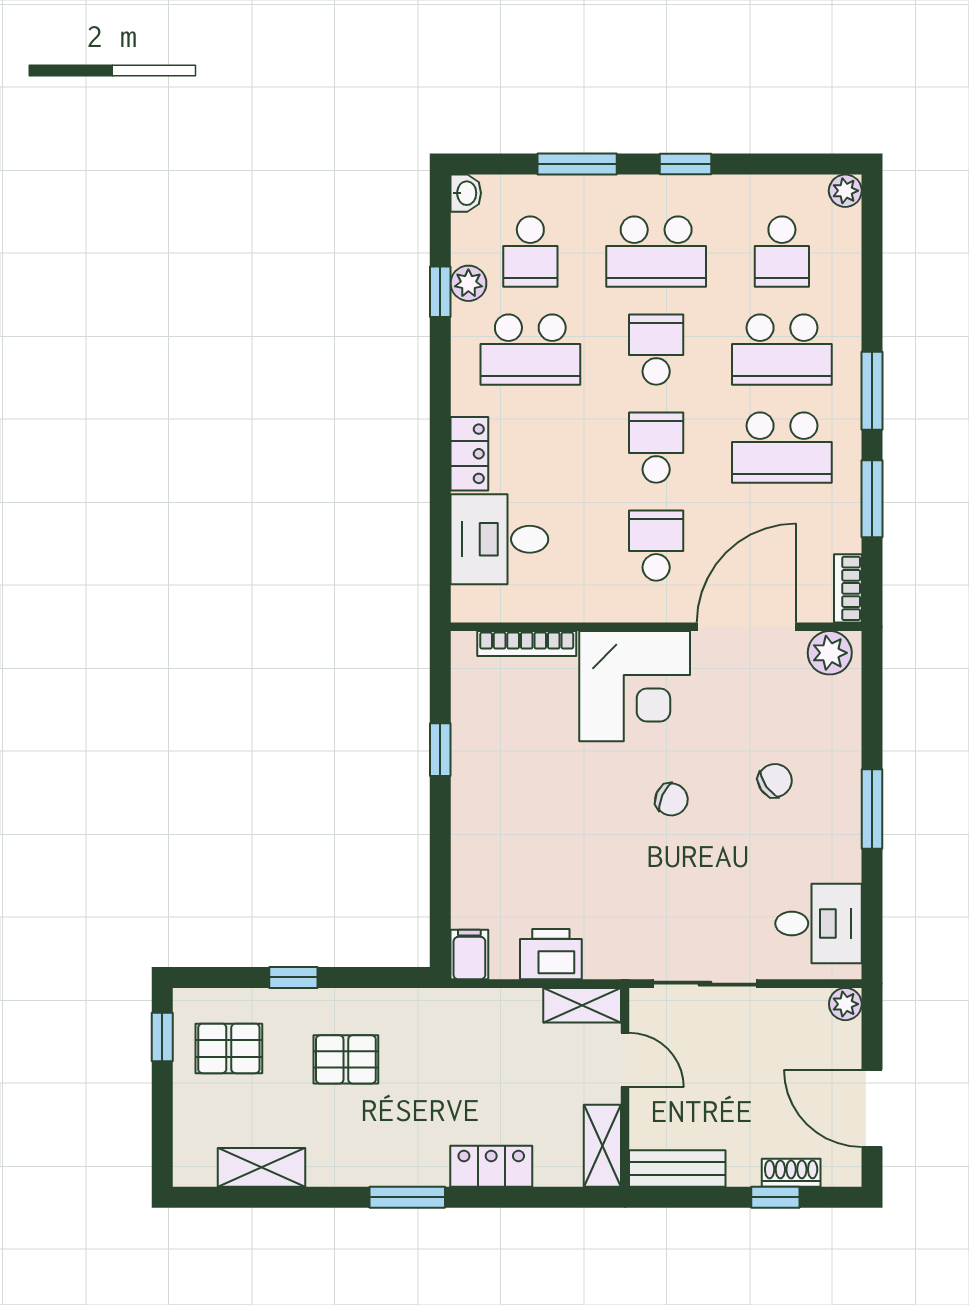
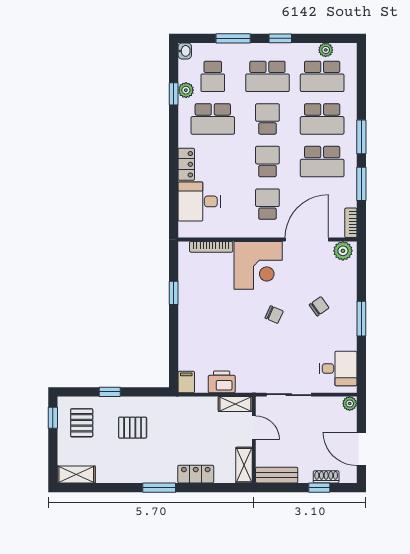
plant: (845, 191) -> (326, 50), moved
school desk: (782, 252) -> (322, 76), width x1.85
pallet: (229, 1048) -> (82, 423), turned 90
shelving: (261, 1167) -> (76, 475), moved

